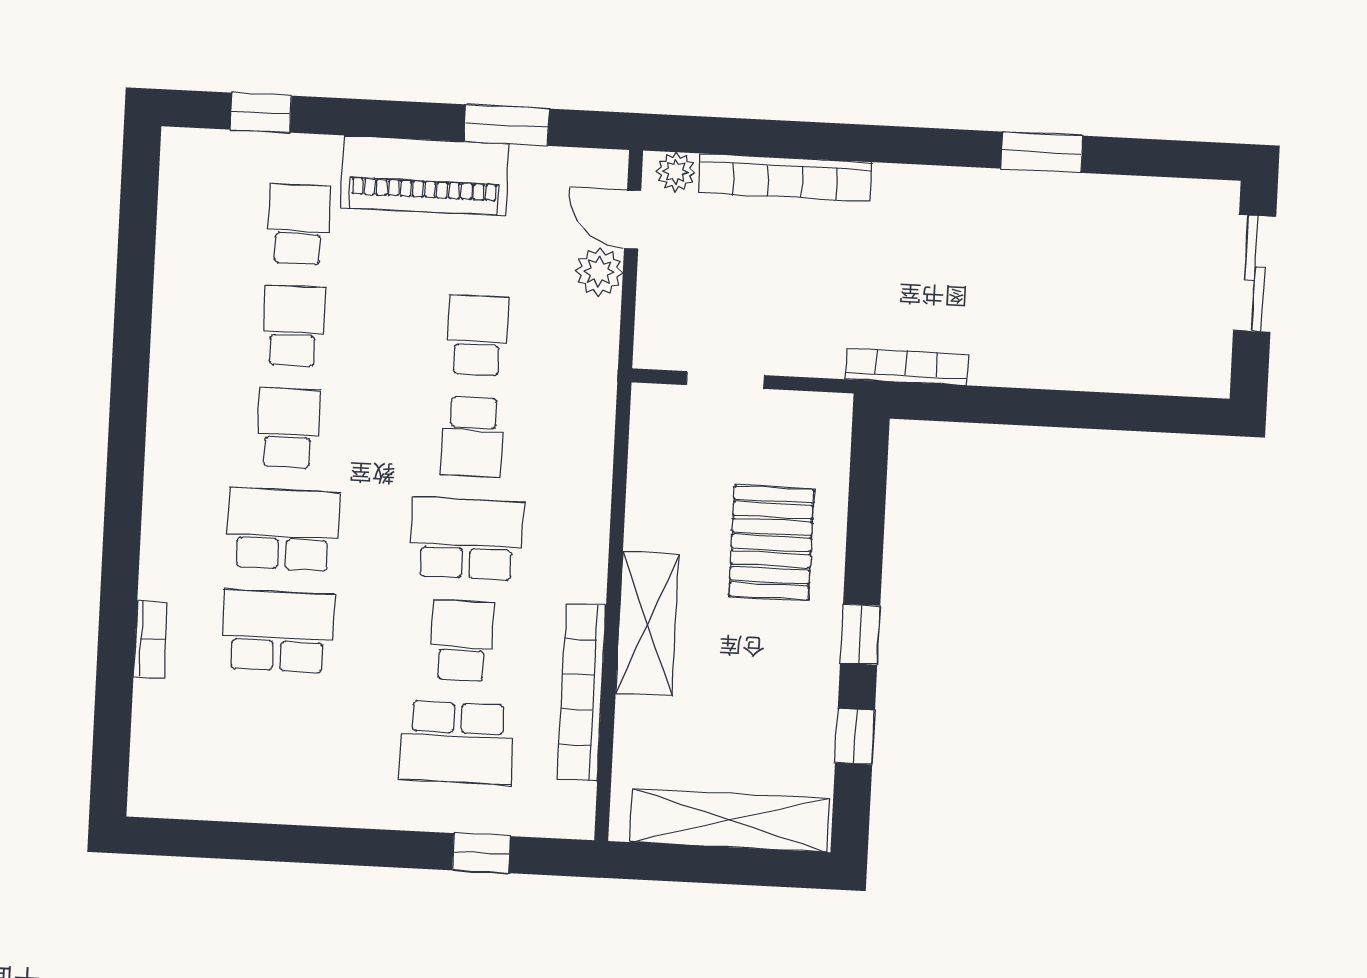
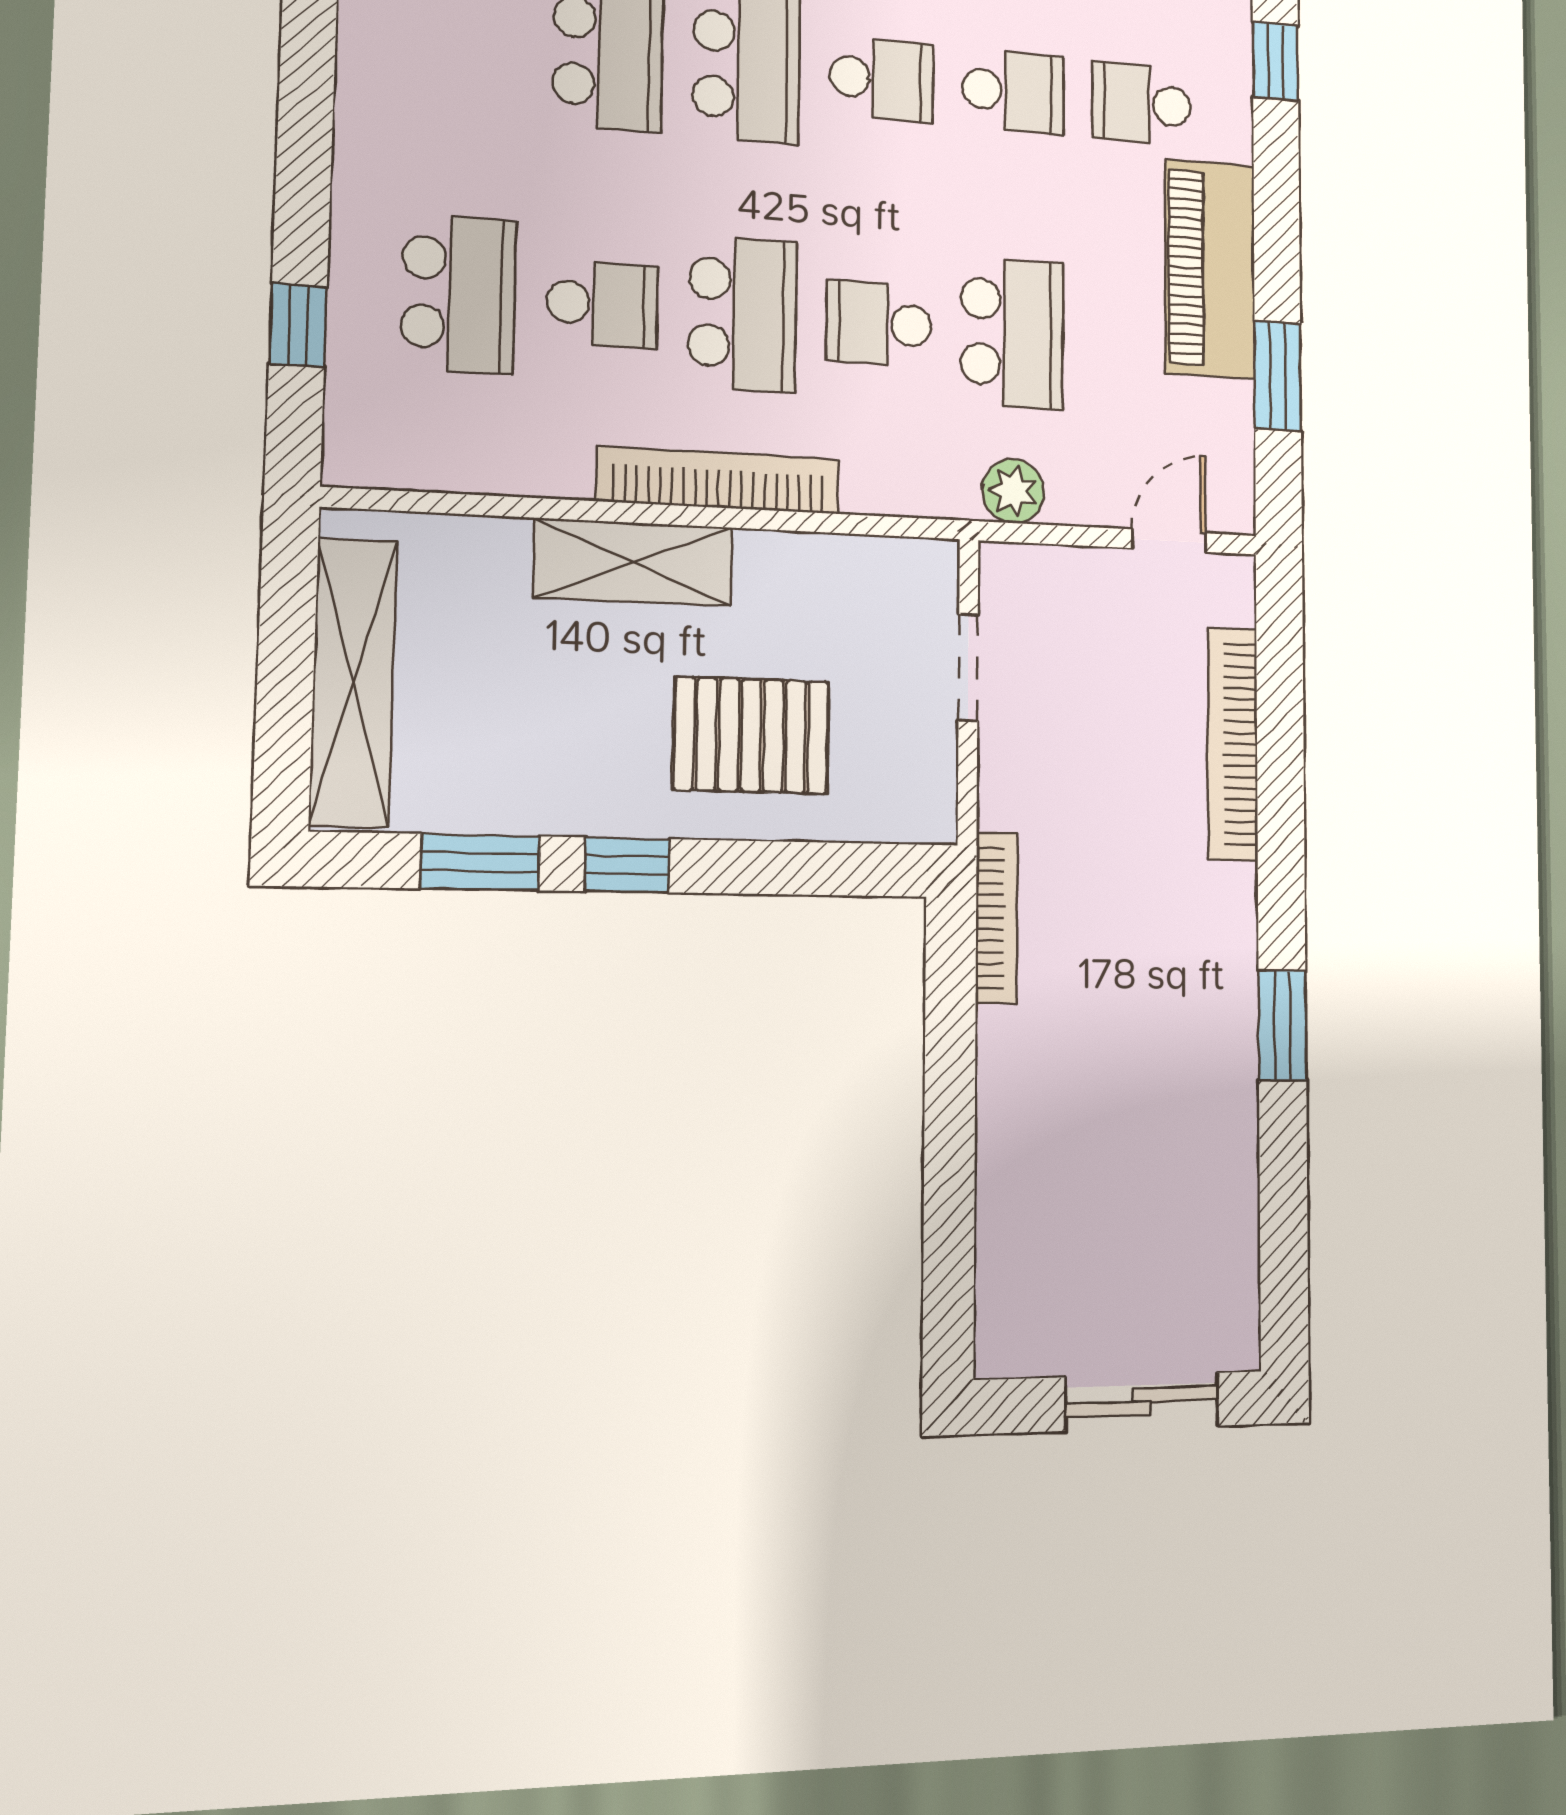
window: (1042, 152) -> (1282, 1025), moved
plant: (676, 172) -> (1232, 598), removed
school desk: (299, 224) -> (1142, 104), turned 180
plant: (599, 272) -> (1013, 491), moved
school desk: (477, 335) -> (1012, 333), width x1.85
bookcase: (582, 692) -> (719, 480), moved
window: (855, 736) -> (480, 862), width x1.50
school desk: (457, 742) -> (458, 294), turned 180

